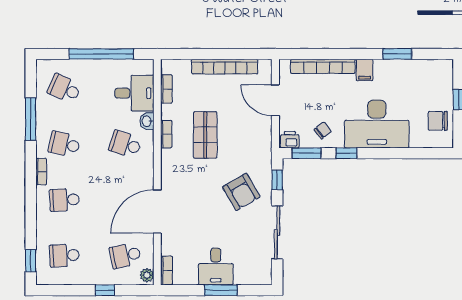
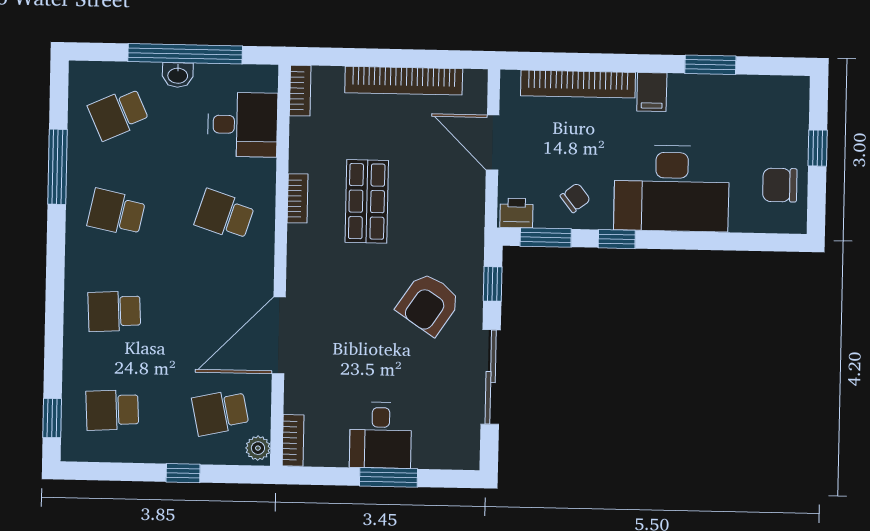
school desk: (64, 89) -> (118, 114), turned -48
bookcase: (166, 89) -> (300, 91), moved
washbasin: (147, 121) -> (178, 75), moved, turned -90
bookcase: (41, 172) -> (74, 260), removed
armchair: (241, 192) -> (429, 304), turned 64

